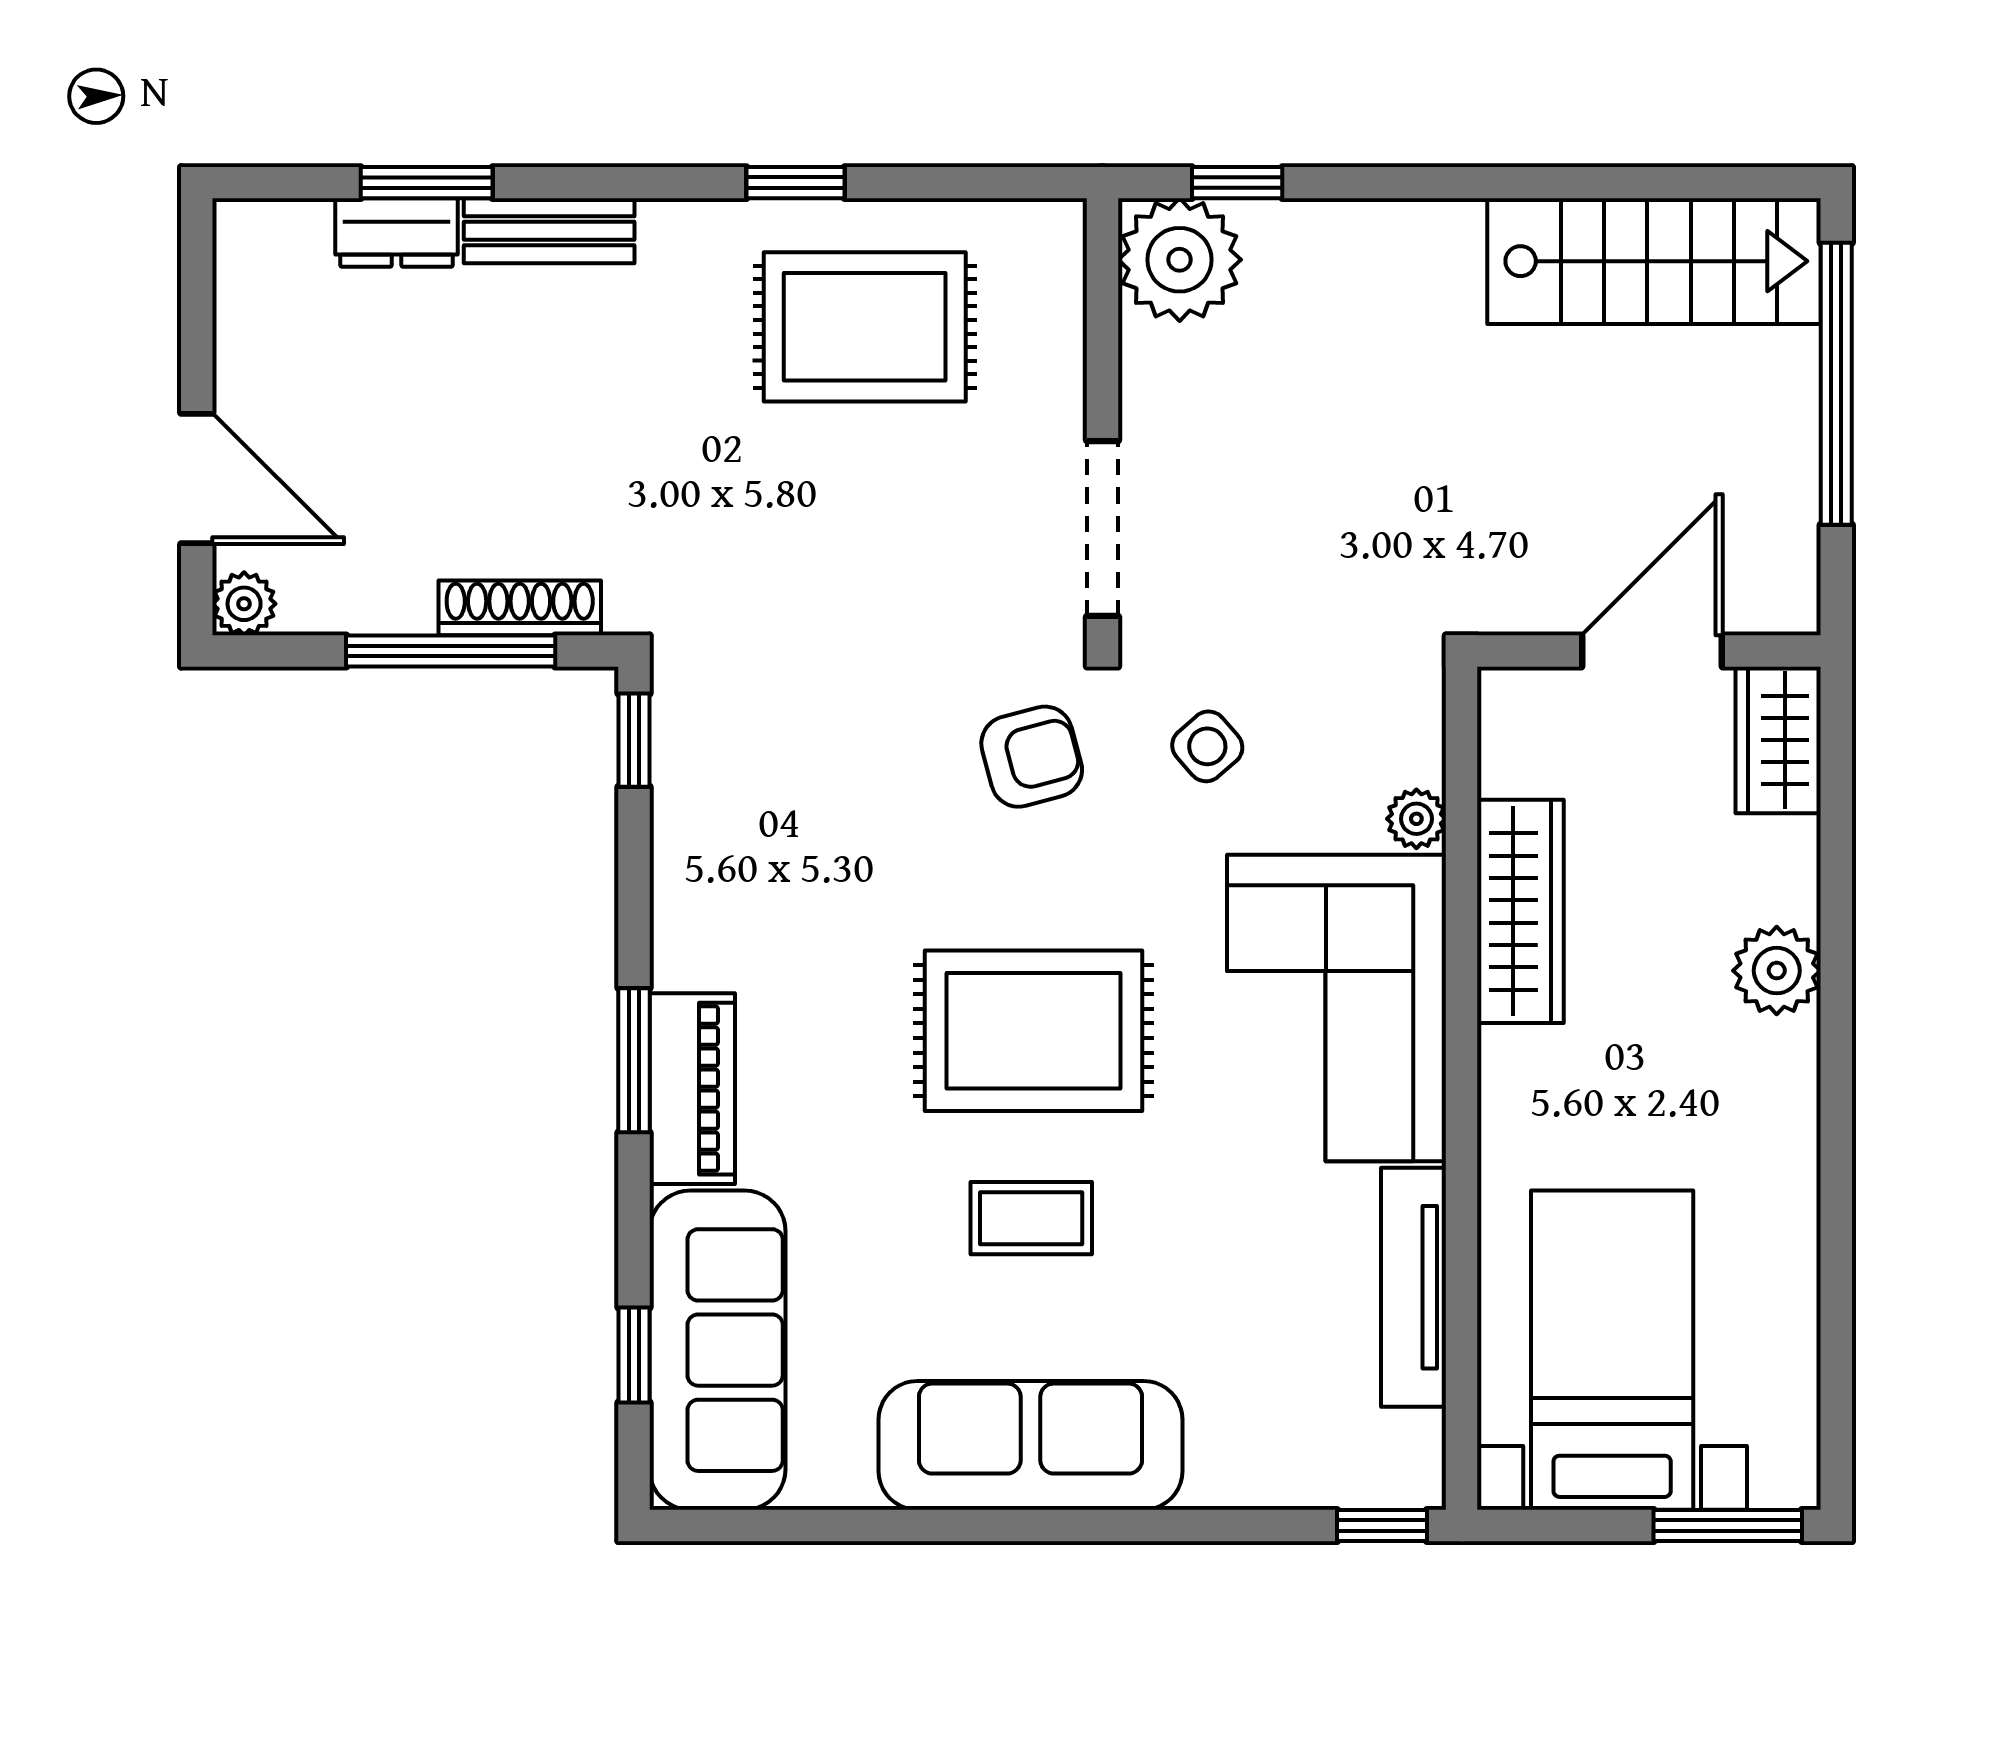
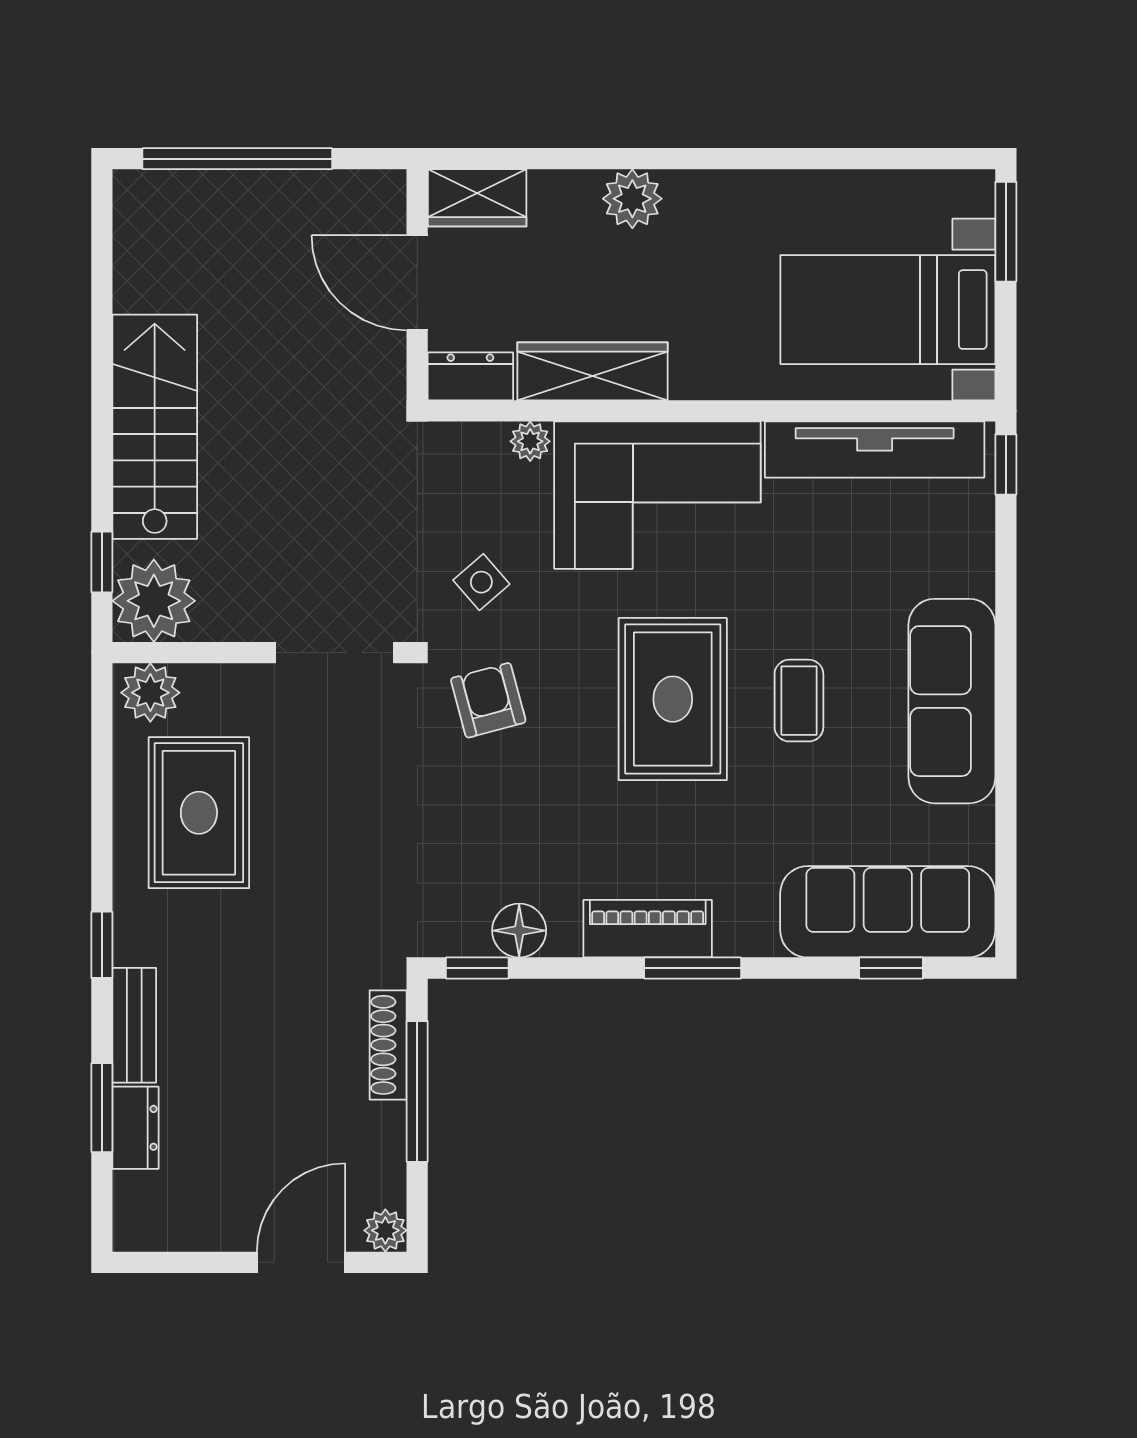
window: (795, 183) -> (102, 945), moved
plant: (1043, 255) -> (150, 693), added
stairs: (1654, 261) -> (155, 427), moved
dresser: (1513, 730) -> (470, 376), added
floor lamp: (690, 802) -> (519, 931), added
piano: (692, 1089) -> (648, 929), moved
tv unit: (1413, 1287) -> (875, 450), width x1.36, depth x1.29

